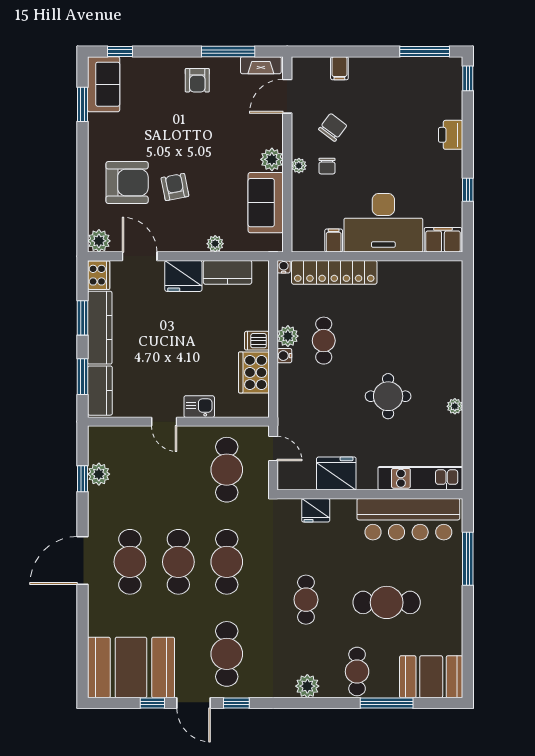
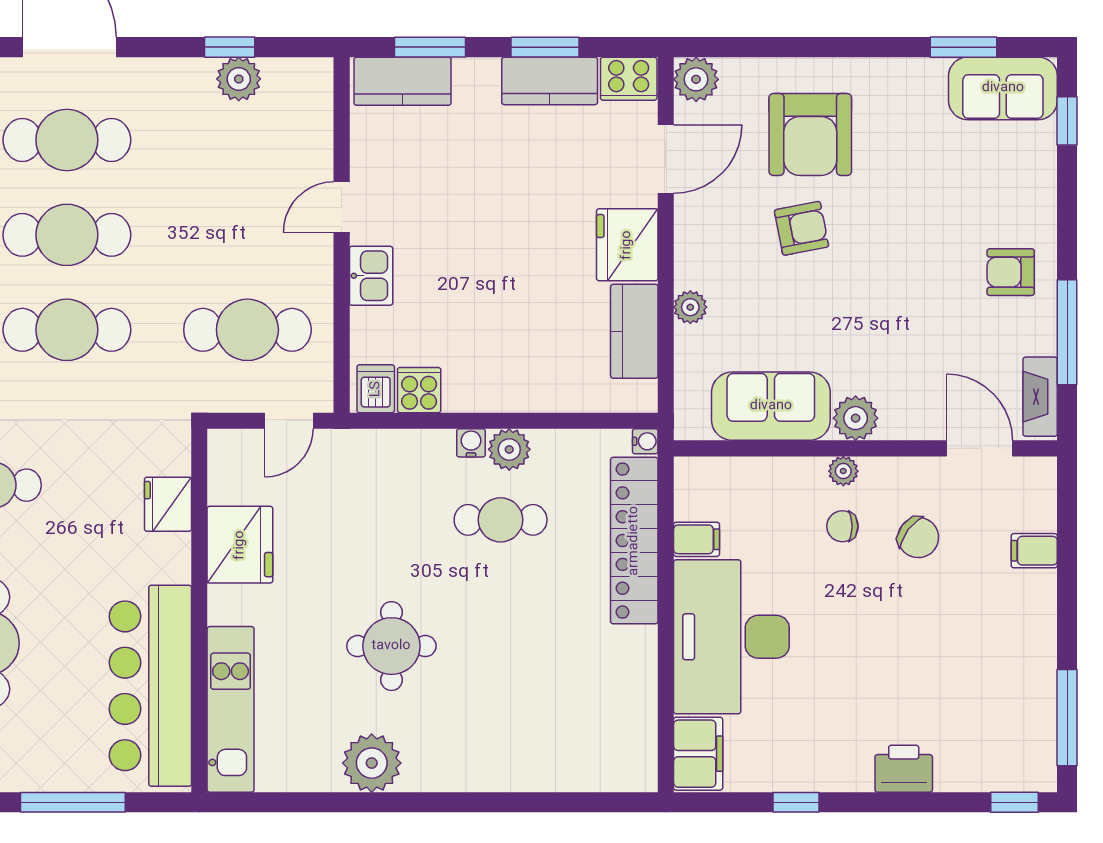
kitchen counter: (100, 328) -> (550, 81), width x0.67
dishwasher: (257, 341) -> (376, 389), moved
cooker: (254, 372) -> (419, 390), width x0.53, depth x0.76
plant: (455, 406) -> (372, 763), width x1.87, depth x1.87

